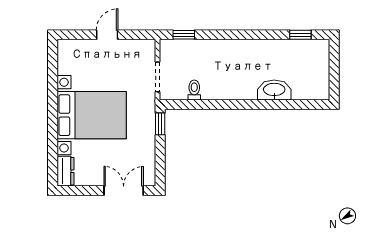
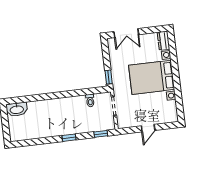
window: (300, 35) -> (69, 138), moved
washbasin: (274, 90) -> (17, 109), moved

